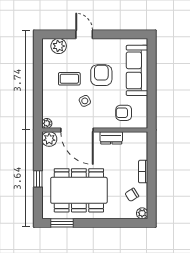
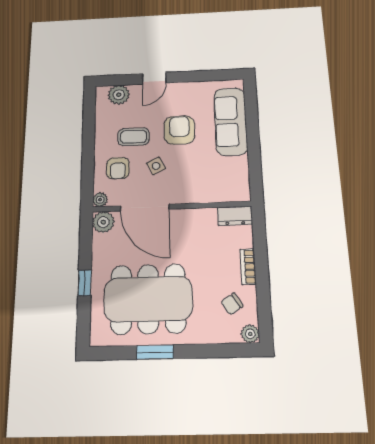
door: (84, 34) -> (154, 78), swing flipped
armchair: (124, 113) -> (118, 168), moved, turned -90
dresser: (111, 138) -> (235, 216), moved
window: (62, 223) -> (155, 352), moved

